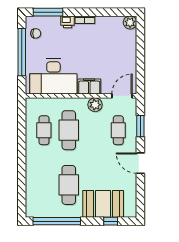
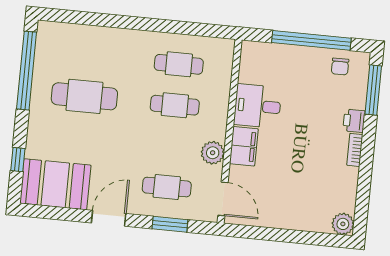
desk: (53, 76) -> (258, 106), width x0.53, depth x0.77
cafe table: (69, 130) -> (175, 105), width x0.73, depth x0.74
booth: (103, 204) -> (55, 184), moved, turned 90

